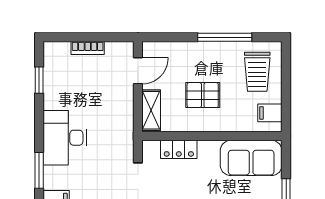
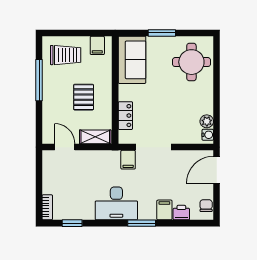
bookcase: (88, 48) -> (47, 207), moved
filing cabinet: (121, 153) -> (128, 160), added

